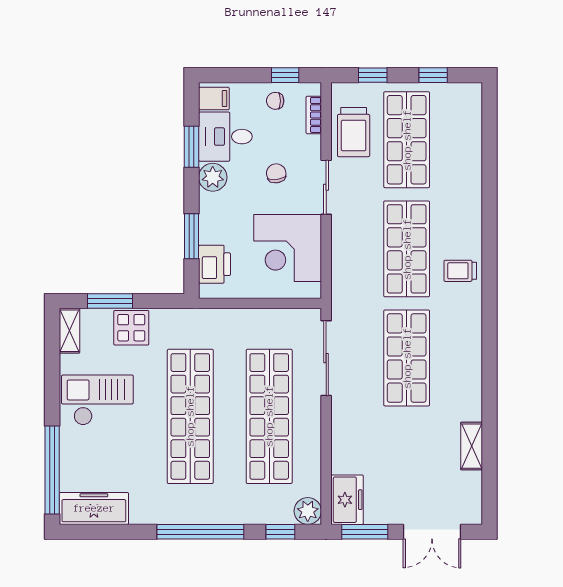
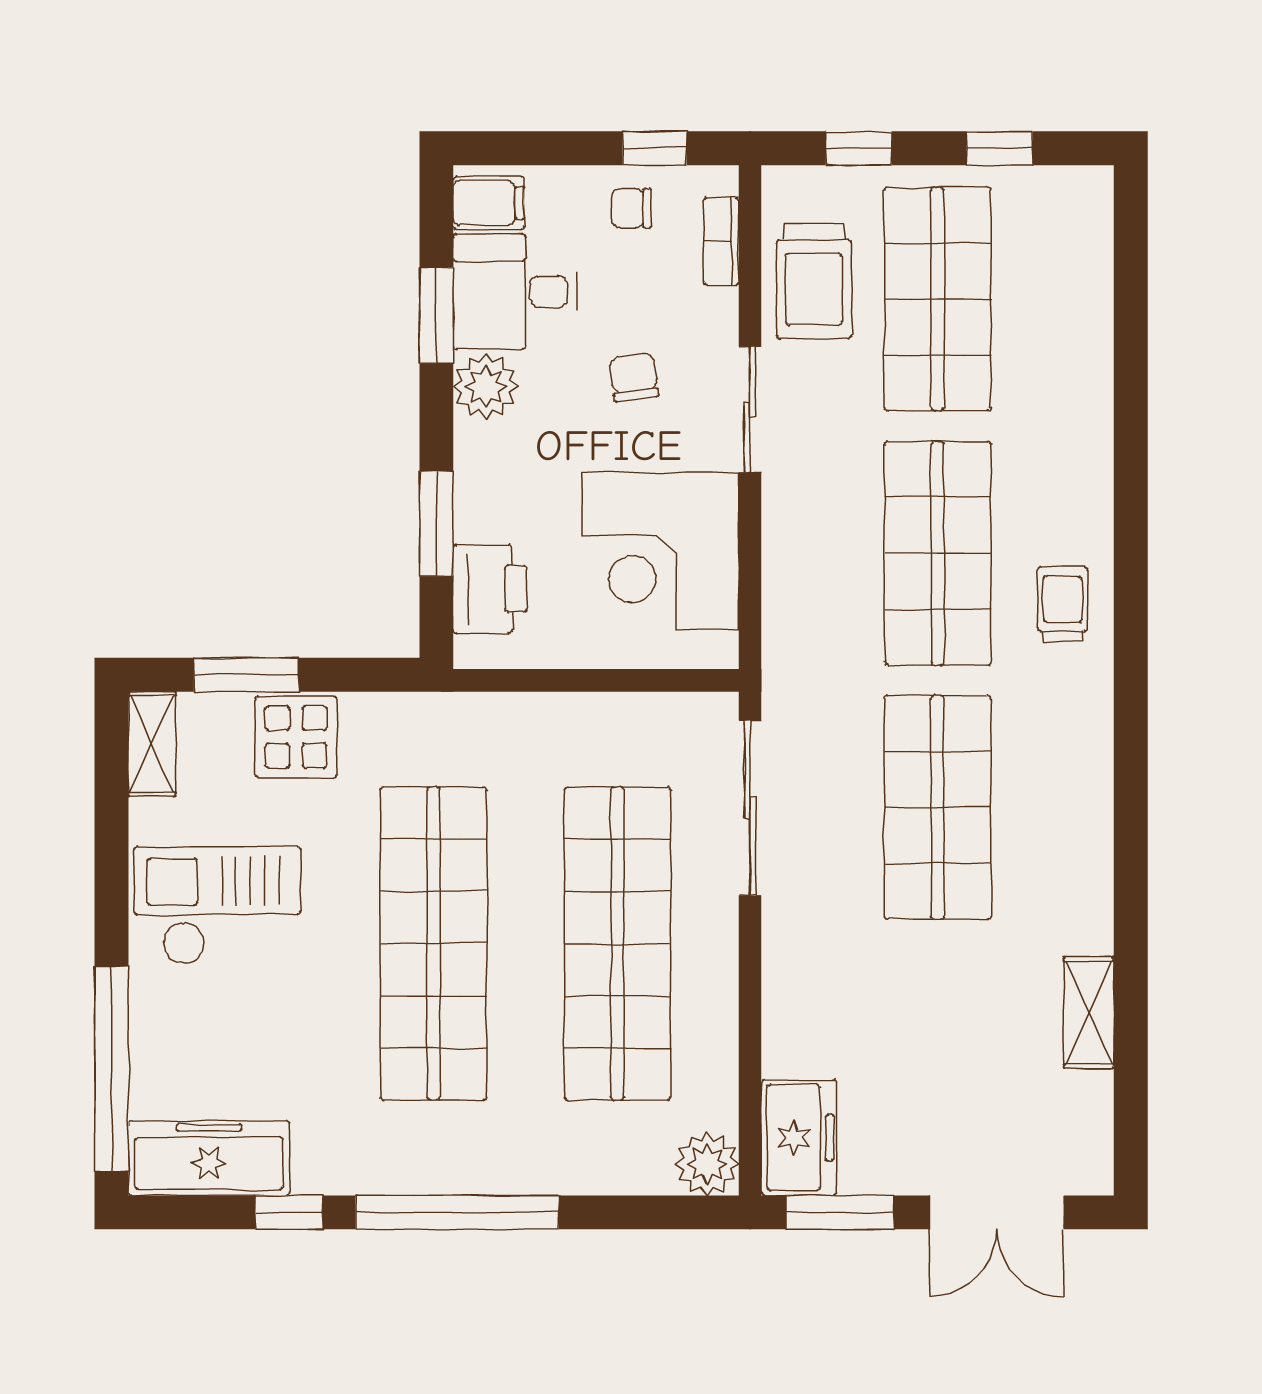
trolley: (460, 271) -> (1062, 604), turned 90
window: (280, 532) -> (289, 1212), moved

